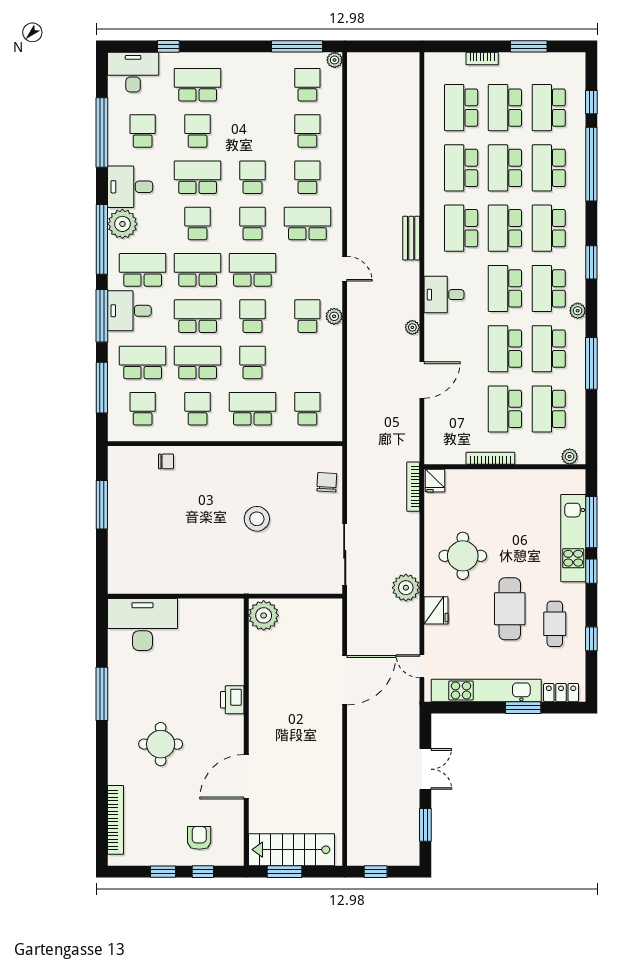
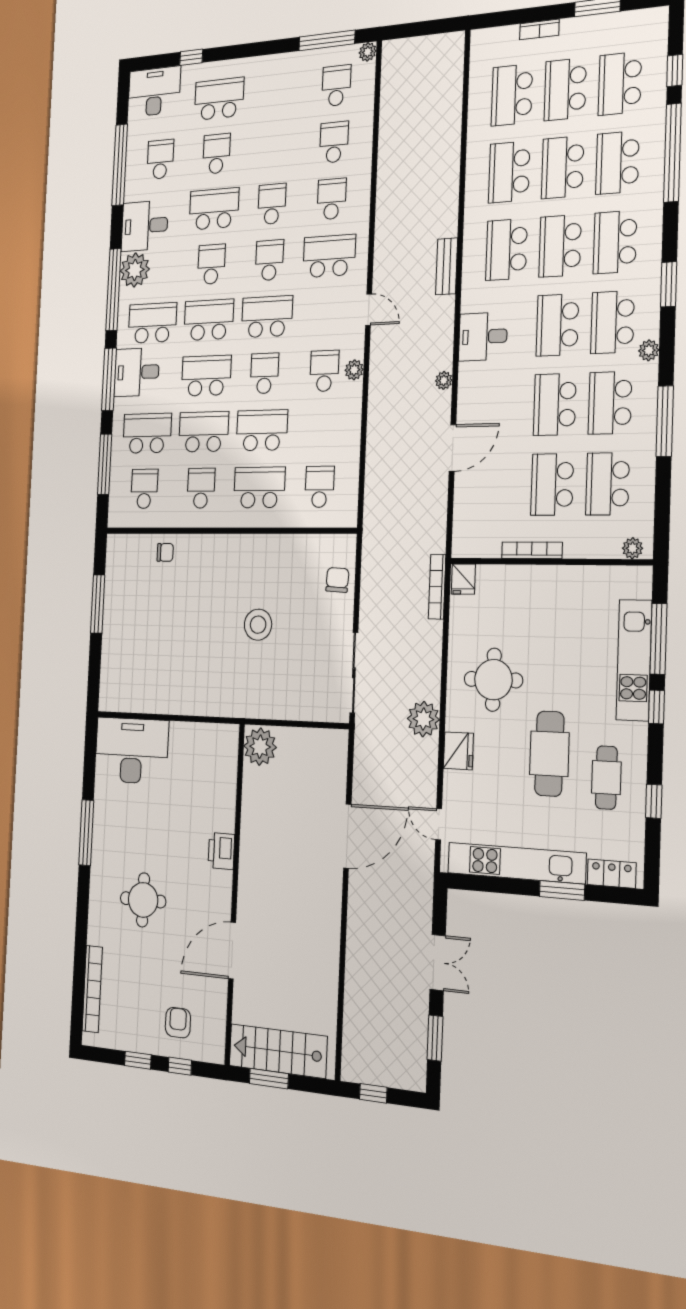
school desk: (252, 362) -> (262, 430), width x1.85

